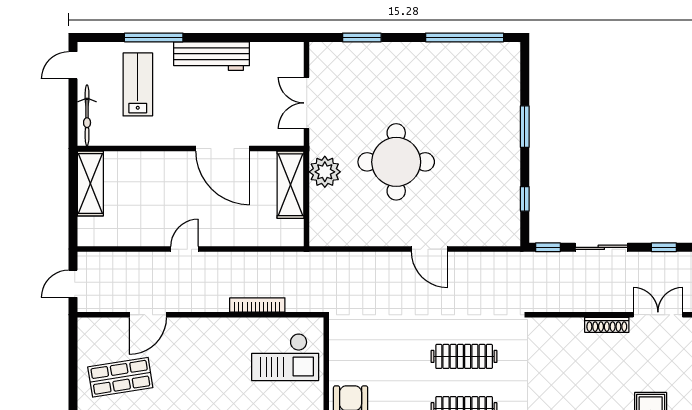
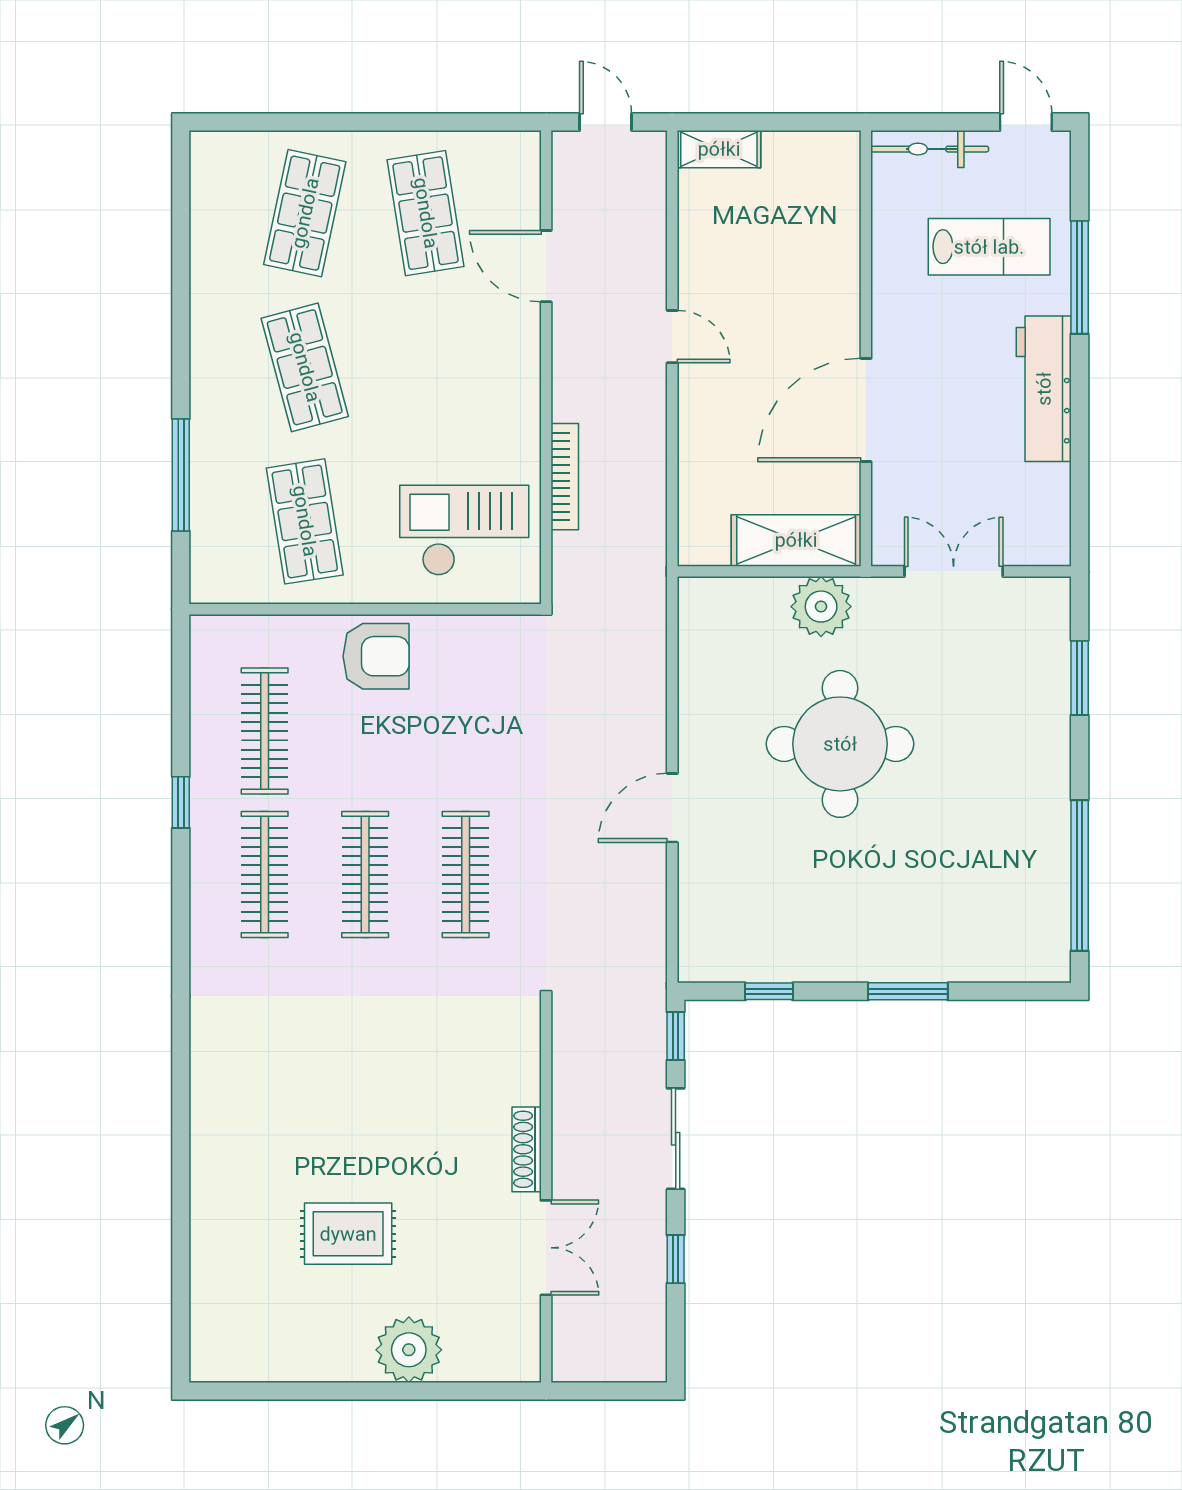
shelving: (90, 184) -> (719, 149), moved, width x0.67, depth x0.75
checkout: (285, 357) -> (464, 530), turned 90

